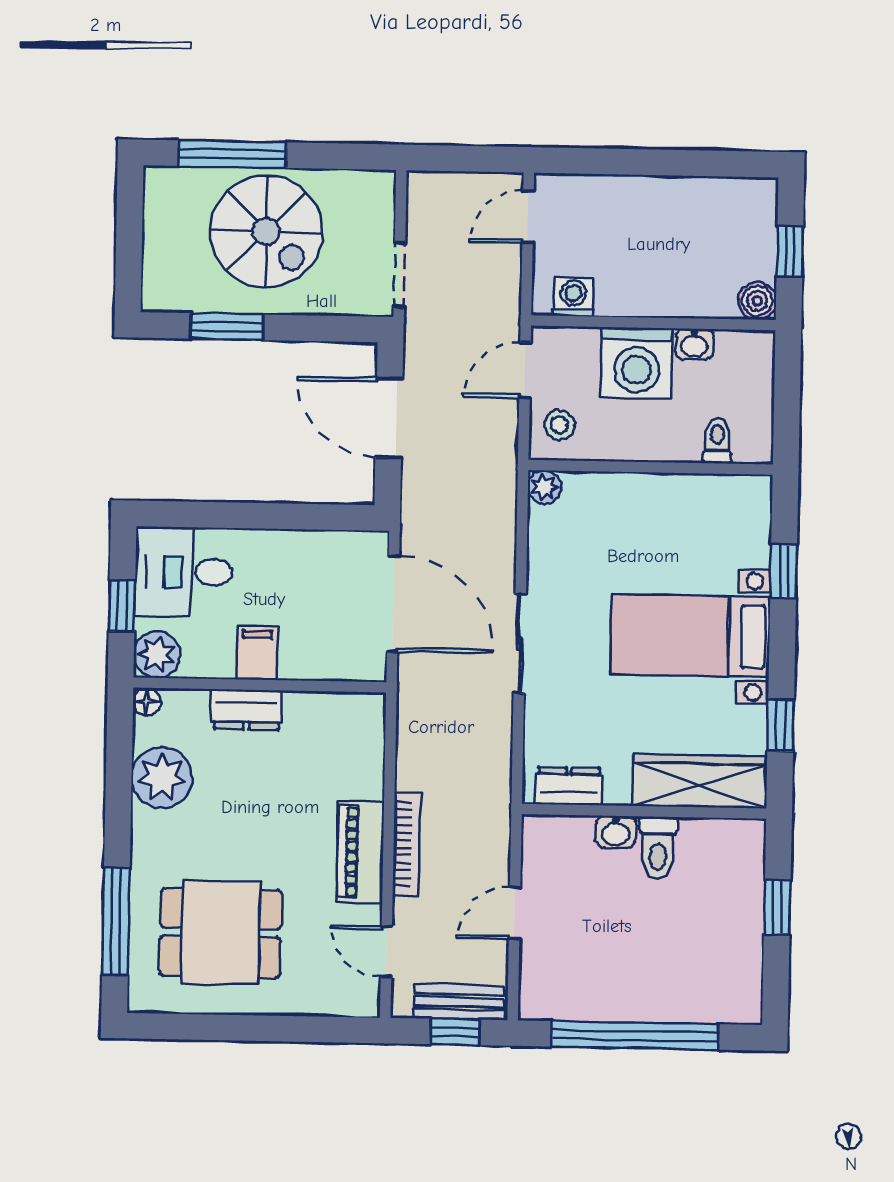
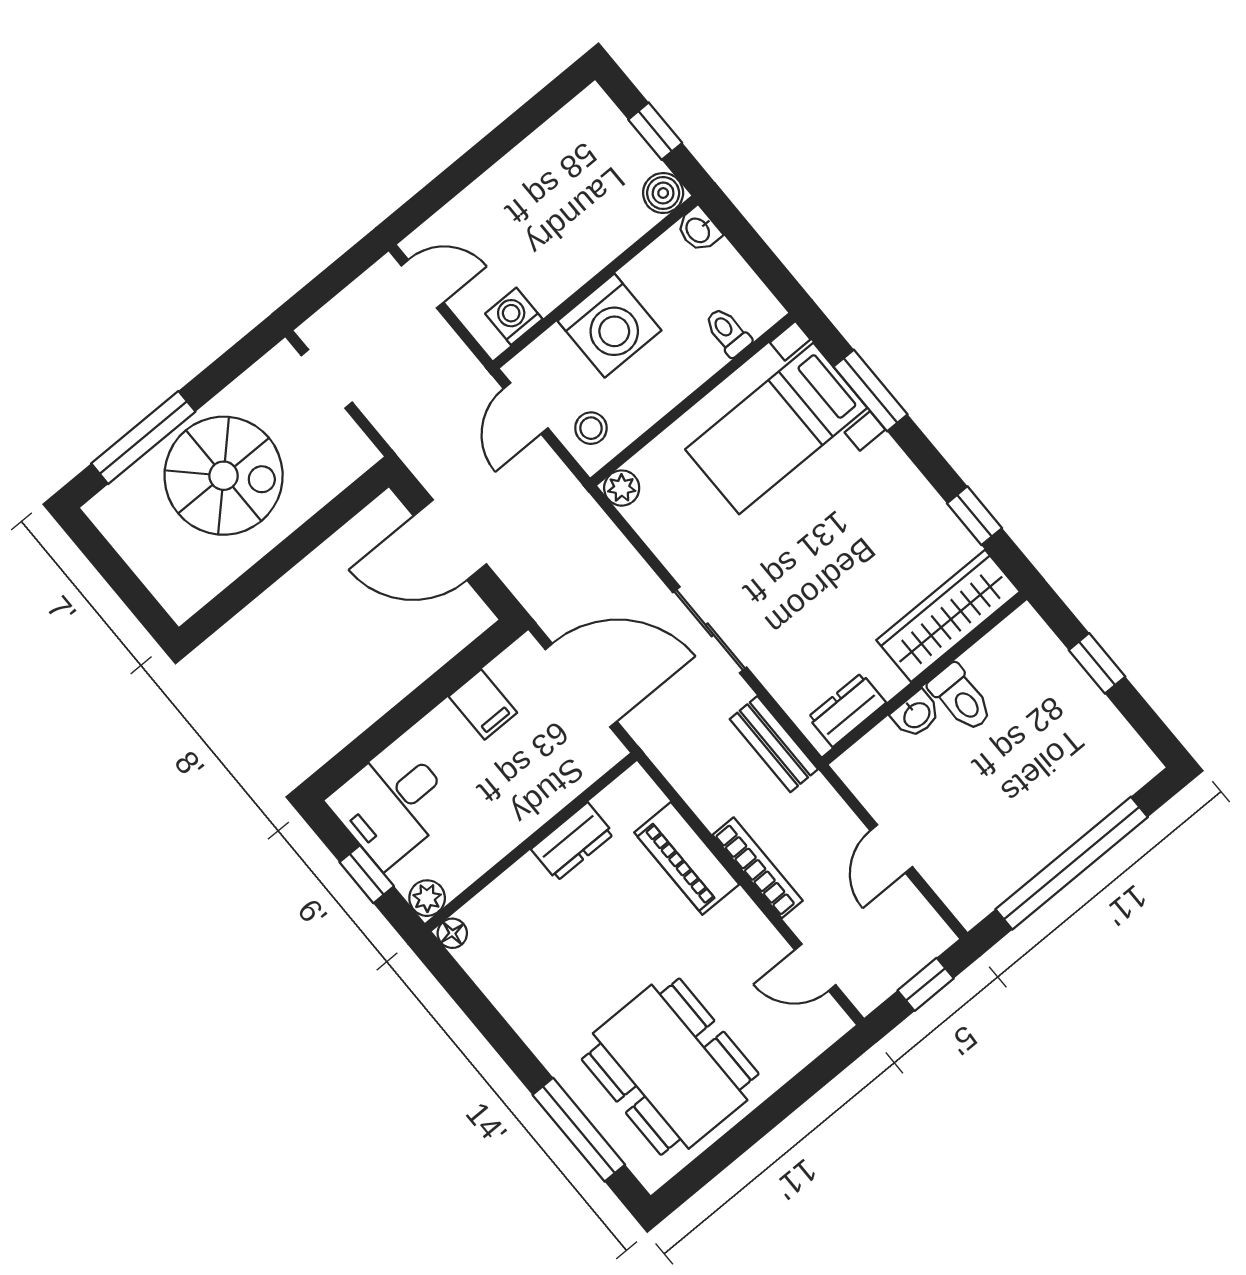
door: (528, 217) -> (422, 284), swing flipped
doorway: (399, 275) -> (327, 379), moved
window: (227, 327) -> (258, 579), removed
washbasin: (694, 344) -> (698, 230), moved, turned 90
window: (784, 571) -> (871, 390), width x1.50
bed with nightstands: (691, 636) -> (776, 429), moved
filing cabinet: (257, 653) -> (483, 705), moved, turned 180
plant: (157, 655) -> (427, 898), width x0.73, depth x0.73
dresser: (247, 710) -> (572, 842), moved
plant: (162, 777) -> (516, 983), removed
piano: (360, 852) -> (687, 858), moved
dining table: (221, 933) -> (670, 1067), width x1.38
bench: (459, 1002) -> (774, 744), moved, turned 90

